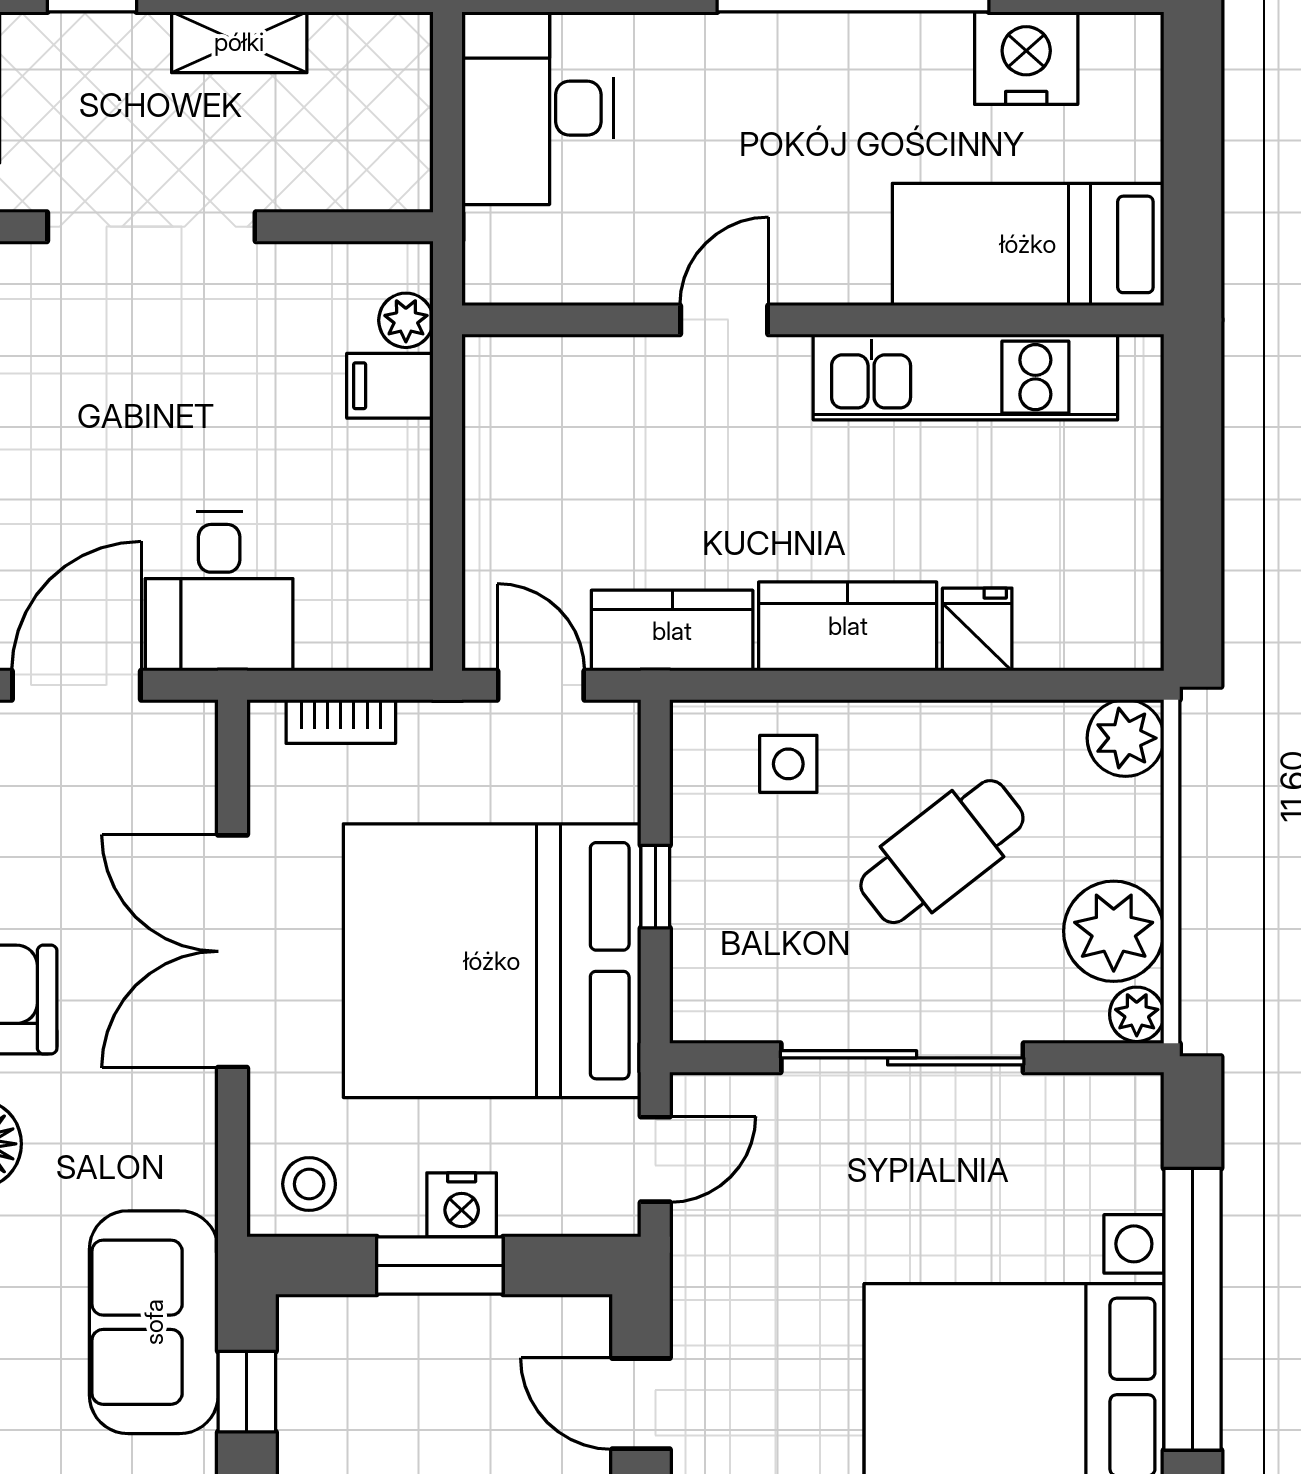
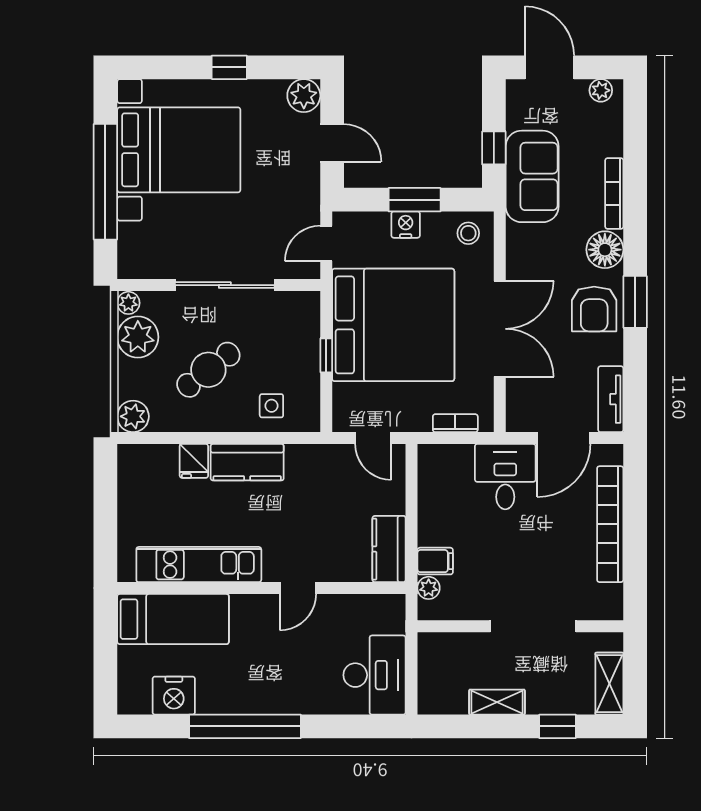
kitchen counter: (672, 631) -> (389, 549), moved, turned 90

